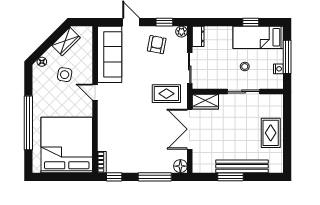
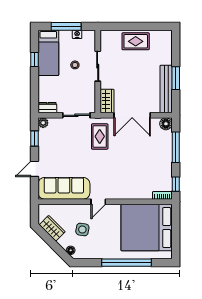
armchair: (157, 45) -> (55, 145), removed
bench: (242, 166) -> (166, 89), moved

